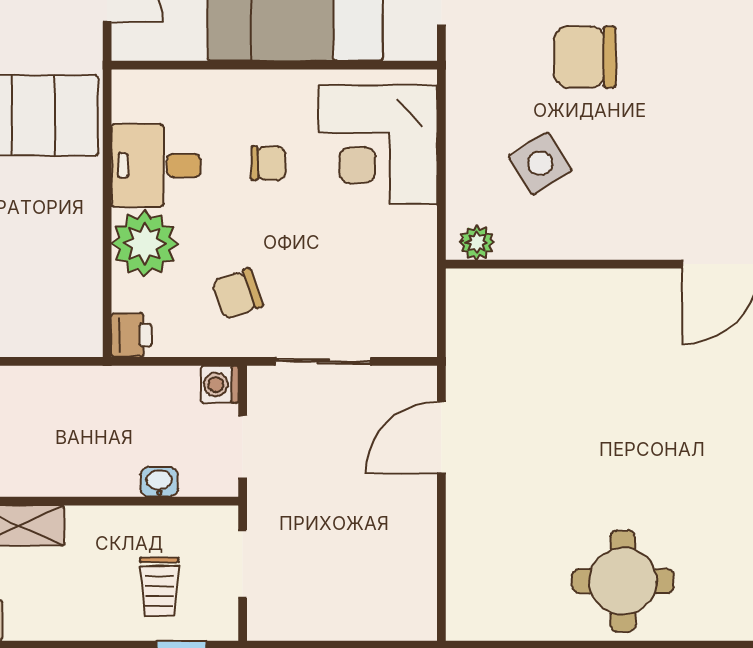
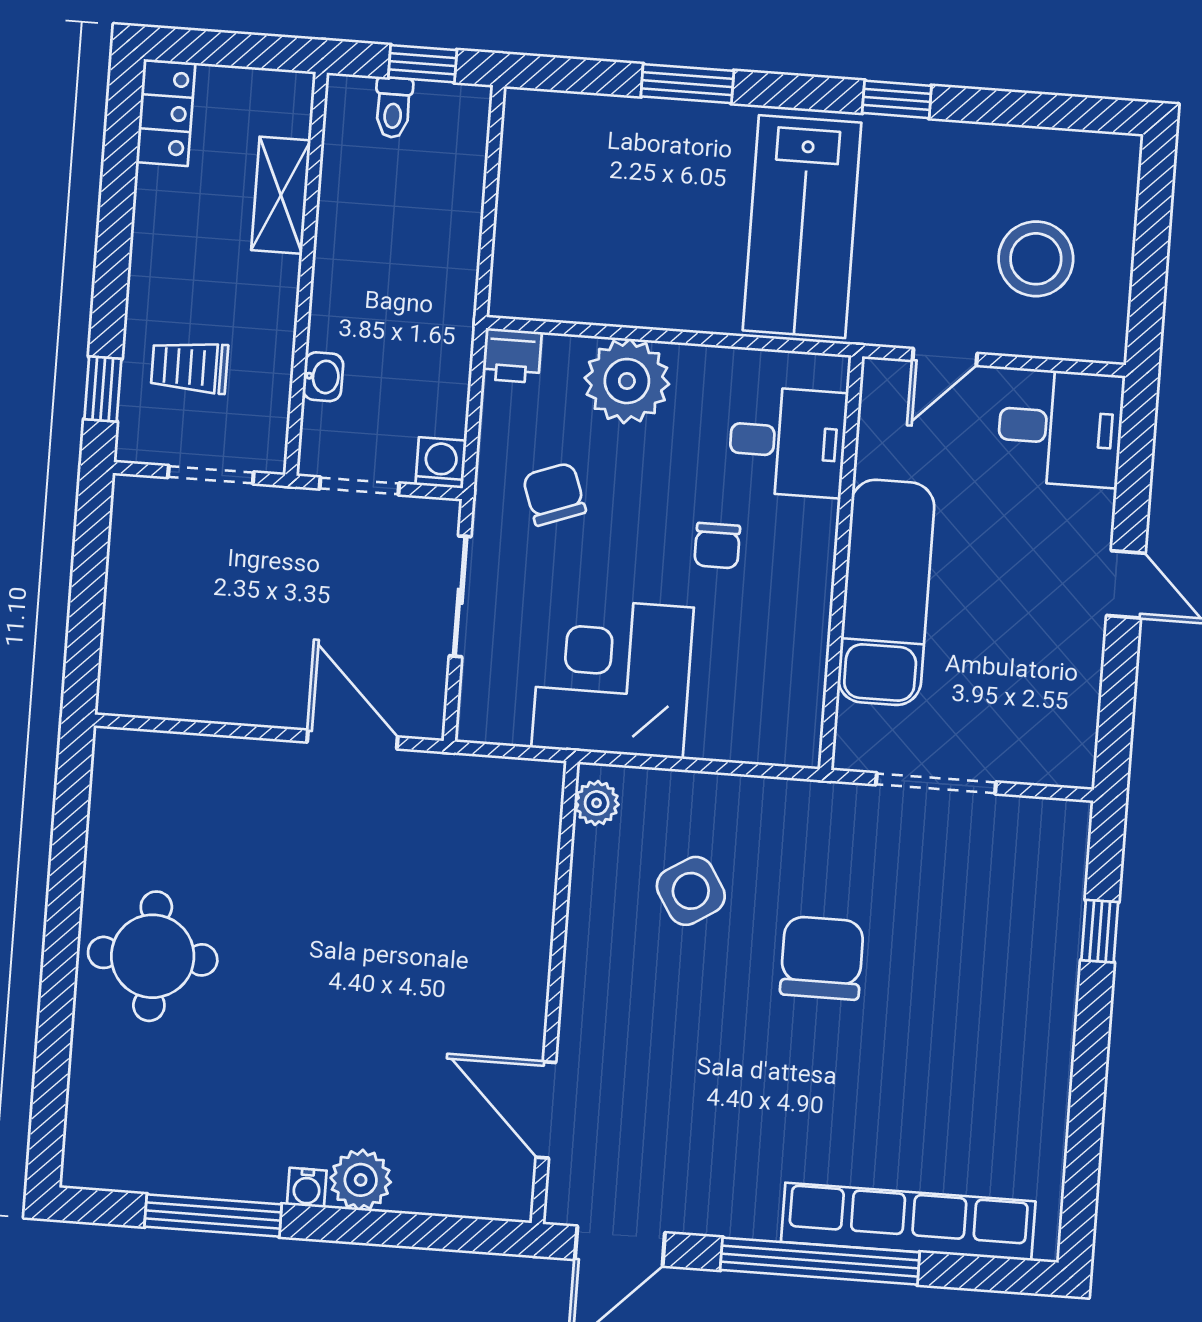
corner desk: (378, 145) -> (613, 678), moved
desk: (156, 165) -> (788, 442), moved, turned 90

